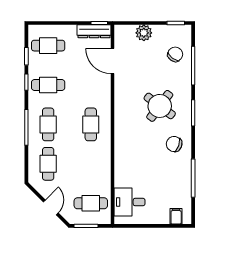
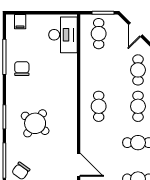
chair: (174, 144) -> (22, 69), moved, turned -109
desk: (130, 202) -> (63, 35), width x1.37
cafe table: (91, 203) -> (99, 34), turned 90

